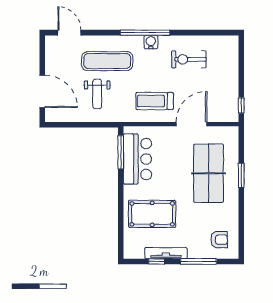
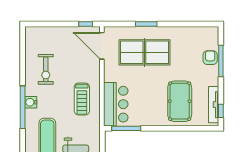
door: (191, 124) -> (102, 46), moved
bar counter: (137, 159) -> (116, 104), moved, turned 90
armchair: (219, 240) -> (210, 58), moved
tv unit: (166, 253) -> (214, 105), moved
window: (156, 261) -> (221, 111), moved

